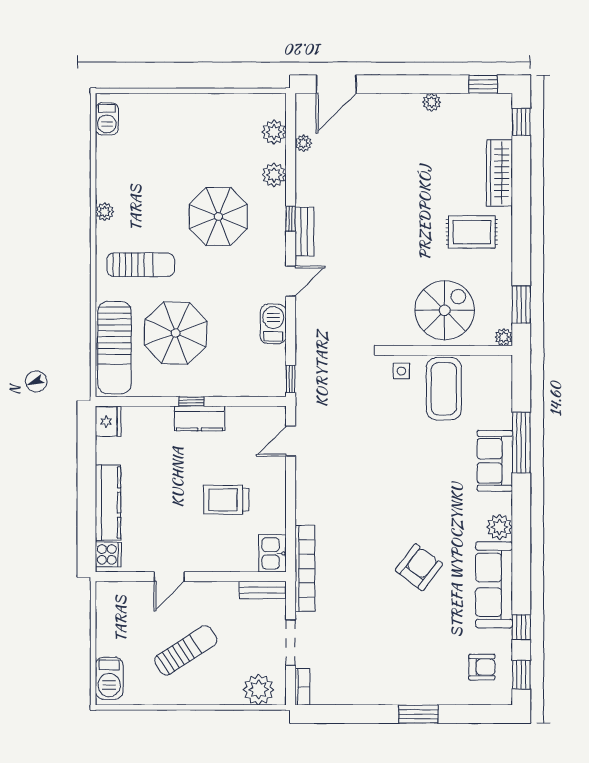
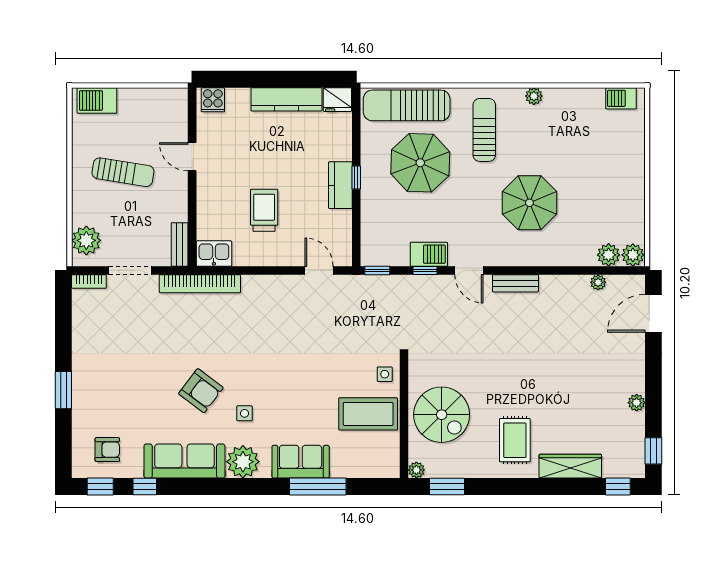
door: (336, 84) -> (653, 313), hinge flipped
plant: (274, 175) -> (633, 255), moved
window: (291, 219) -> (425, 270), moved
sun lounger: (141, 265) -> (484, 130), turned 180
kitchen counter: (108, 503) -> (286, 99), moved
side table: (443, 521) -> (244, 413), added
plant: (500, 527) -> (243, 462), width x1.36, depth x1.36
sun lounger: (186, 650) -> (123, 172), turned -48
armchair: (482, 667) -> (107, 450), turned -90

